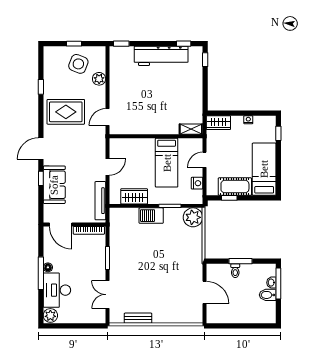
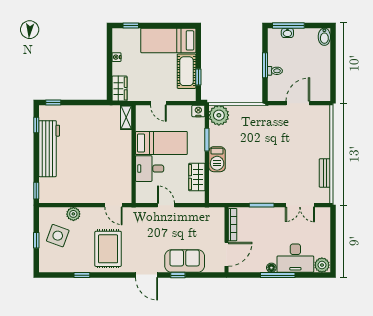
desk: (142, 151) -> (150, 169), added
nightstand: (197, 183) -> (198, 111), moved
tv unit: (100, 201) -> (201, 213), removed
bidet: (268, 295) -> (324, 37), moved

